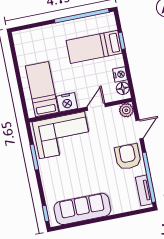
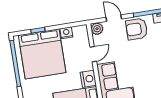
bed: (94, 47) -> (42, 54), width x2.04
floor lamp: (123, 88) -> (78, 31), removed
door: (96, 107) -> (93, 54), swing flipped

